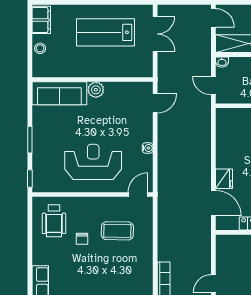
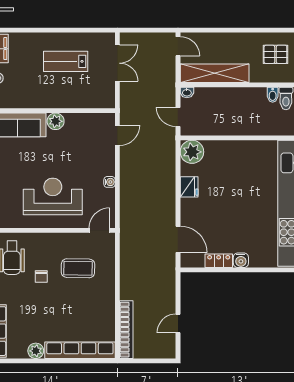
lab bench: (106, 32) -> (66, 61), width x0.73, depth x0.72
plant: (227, 119) -> (192, 152), added
fridge: (224, 179) -> (189, 187), moved

